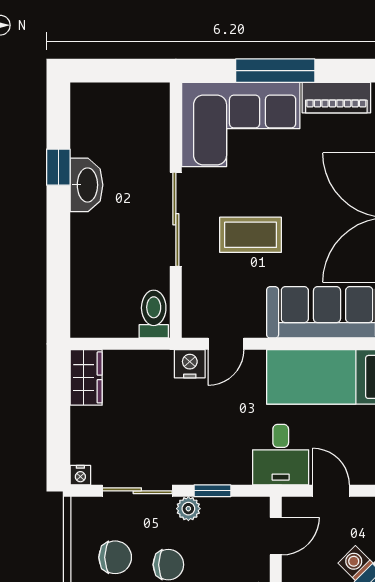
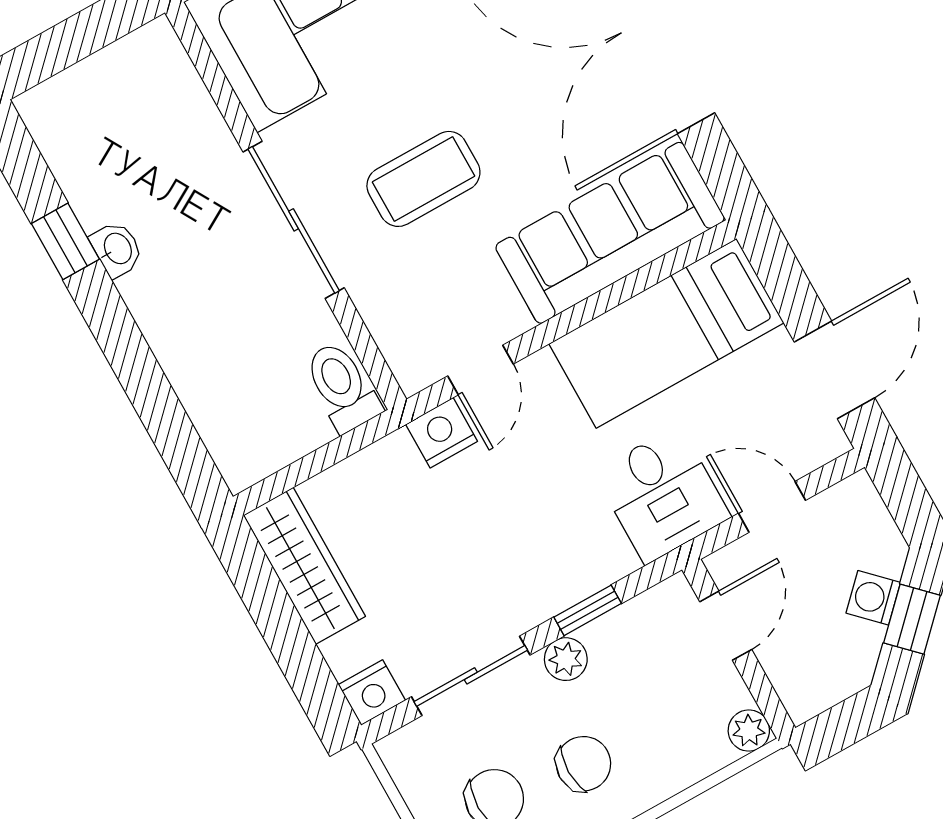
washbasin: (86, 185) -> (117, 249), width x0.52, depth x0.69
wardrobe: (86, 377) -> (304, 566), width x1.50
nightstand: (80, 475) -> (372, 692), width x1.39, depth x1.35

